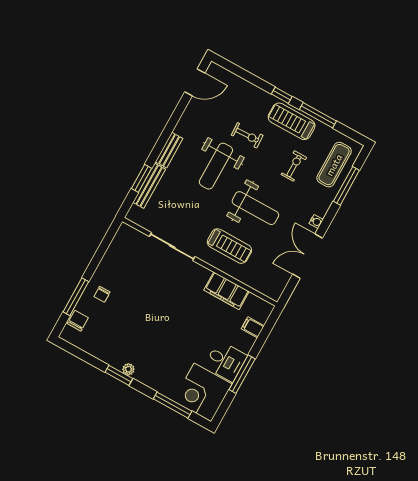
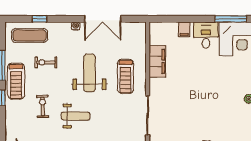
weight bench: (216, 166) -> (76, 116), width x0.73, depth x0.75
window: (346, 186) -> (40, 19), width x0.46
treadmill: (229, 246) -> (125, 76), turned 180
filing cabinet: (253, 327) -> (184, 29), moved
window: (242, 374) -> (231, 19), moved

